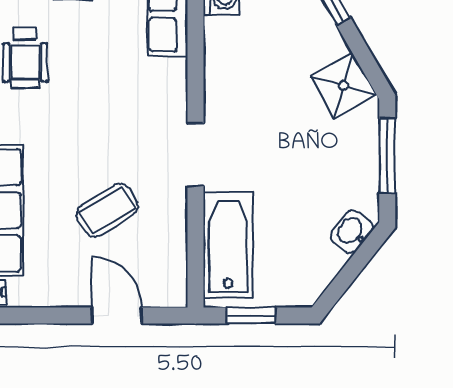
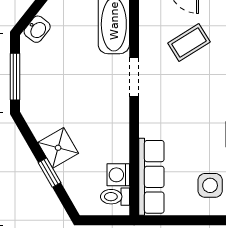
shower: (344, 85) -> (58, 148), moved

